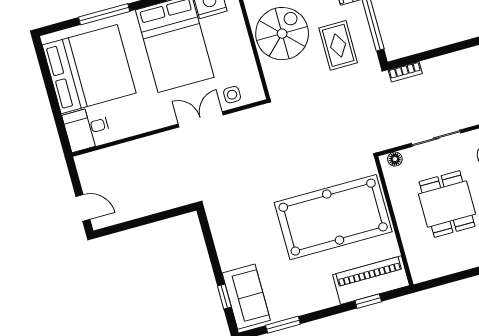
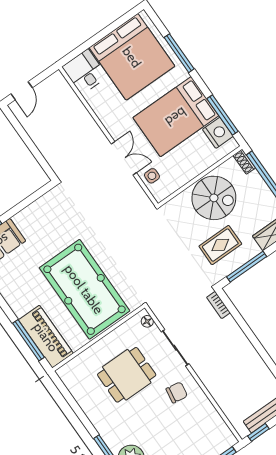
window: (368, 301) -> (29, 340), width x2.17

